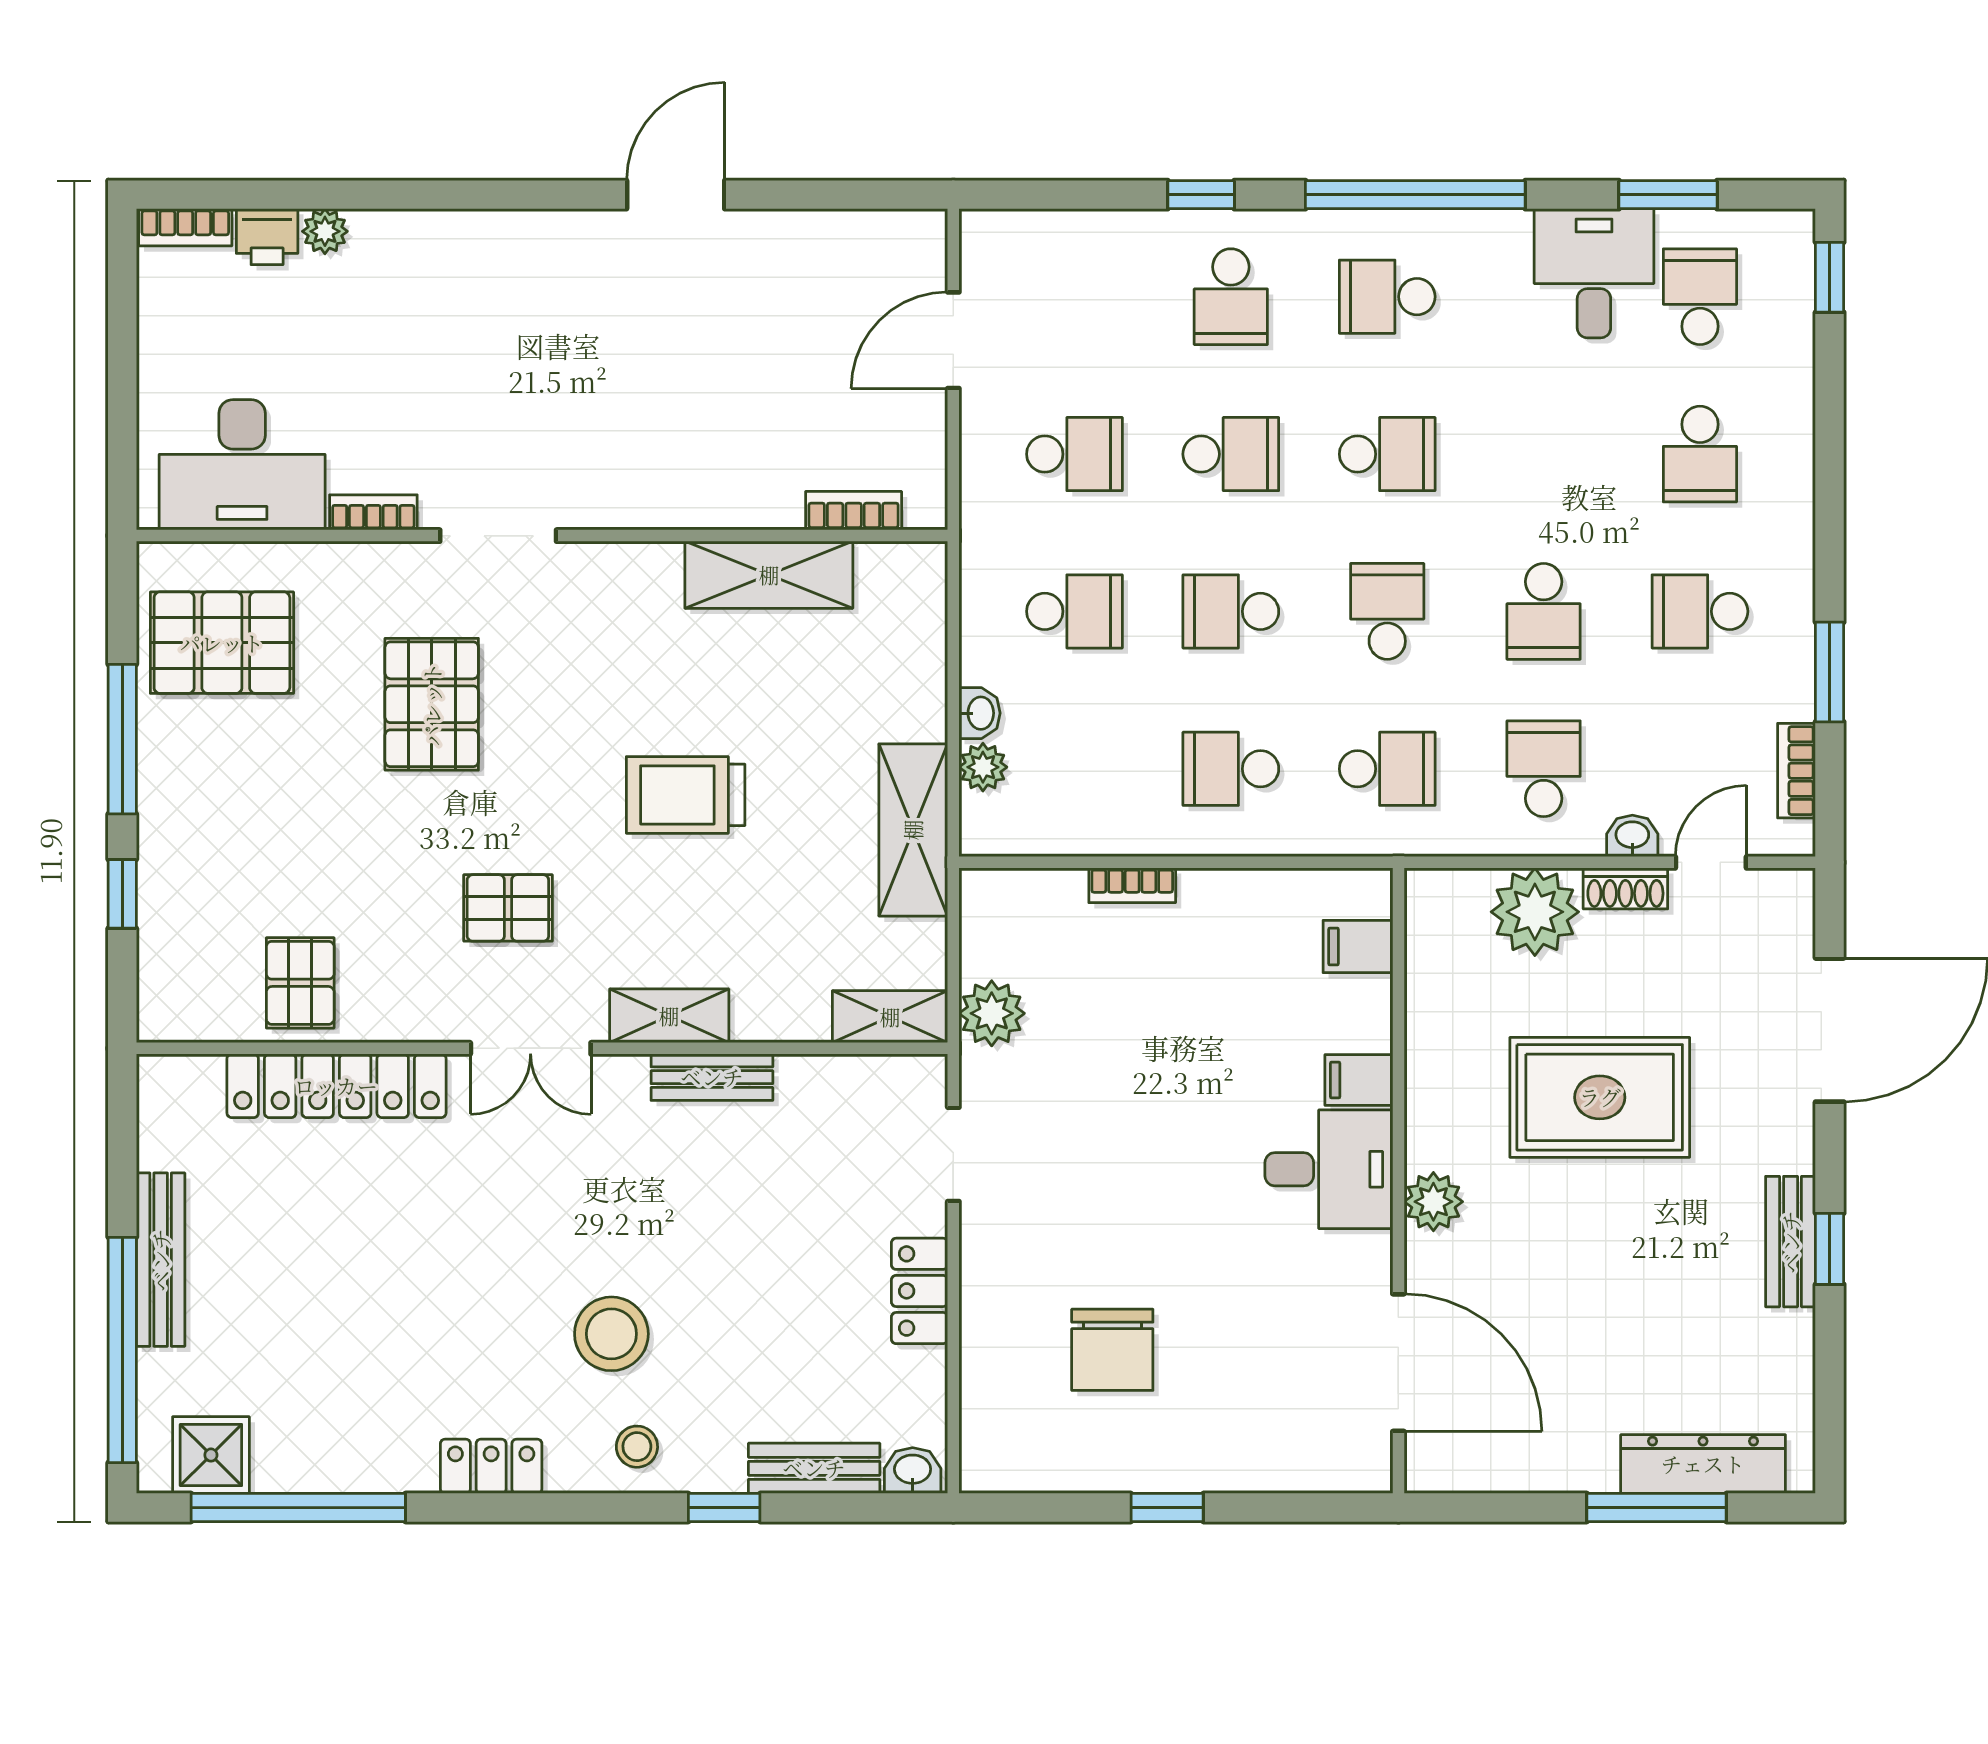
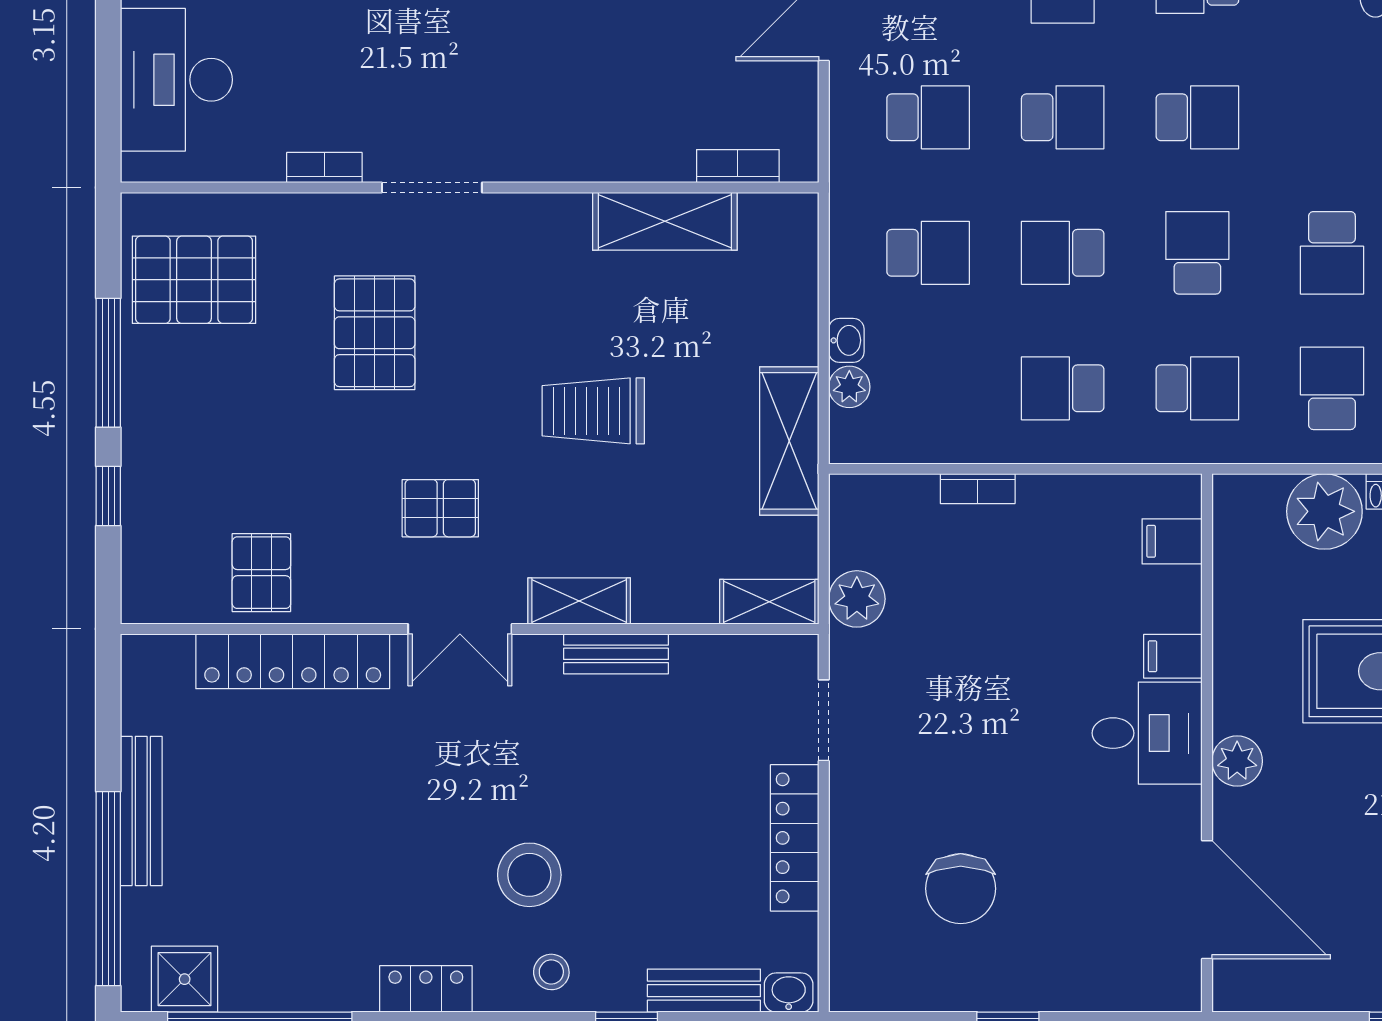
desk: (242, 465) -> (176, 80), moved, turned 90
locker: (920, 1291) -> (795, 838), width x1.53

